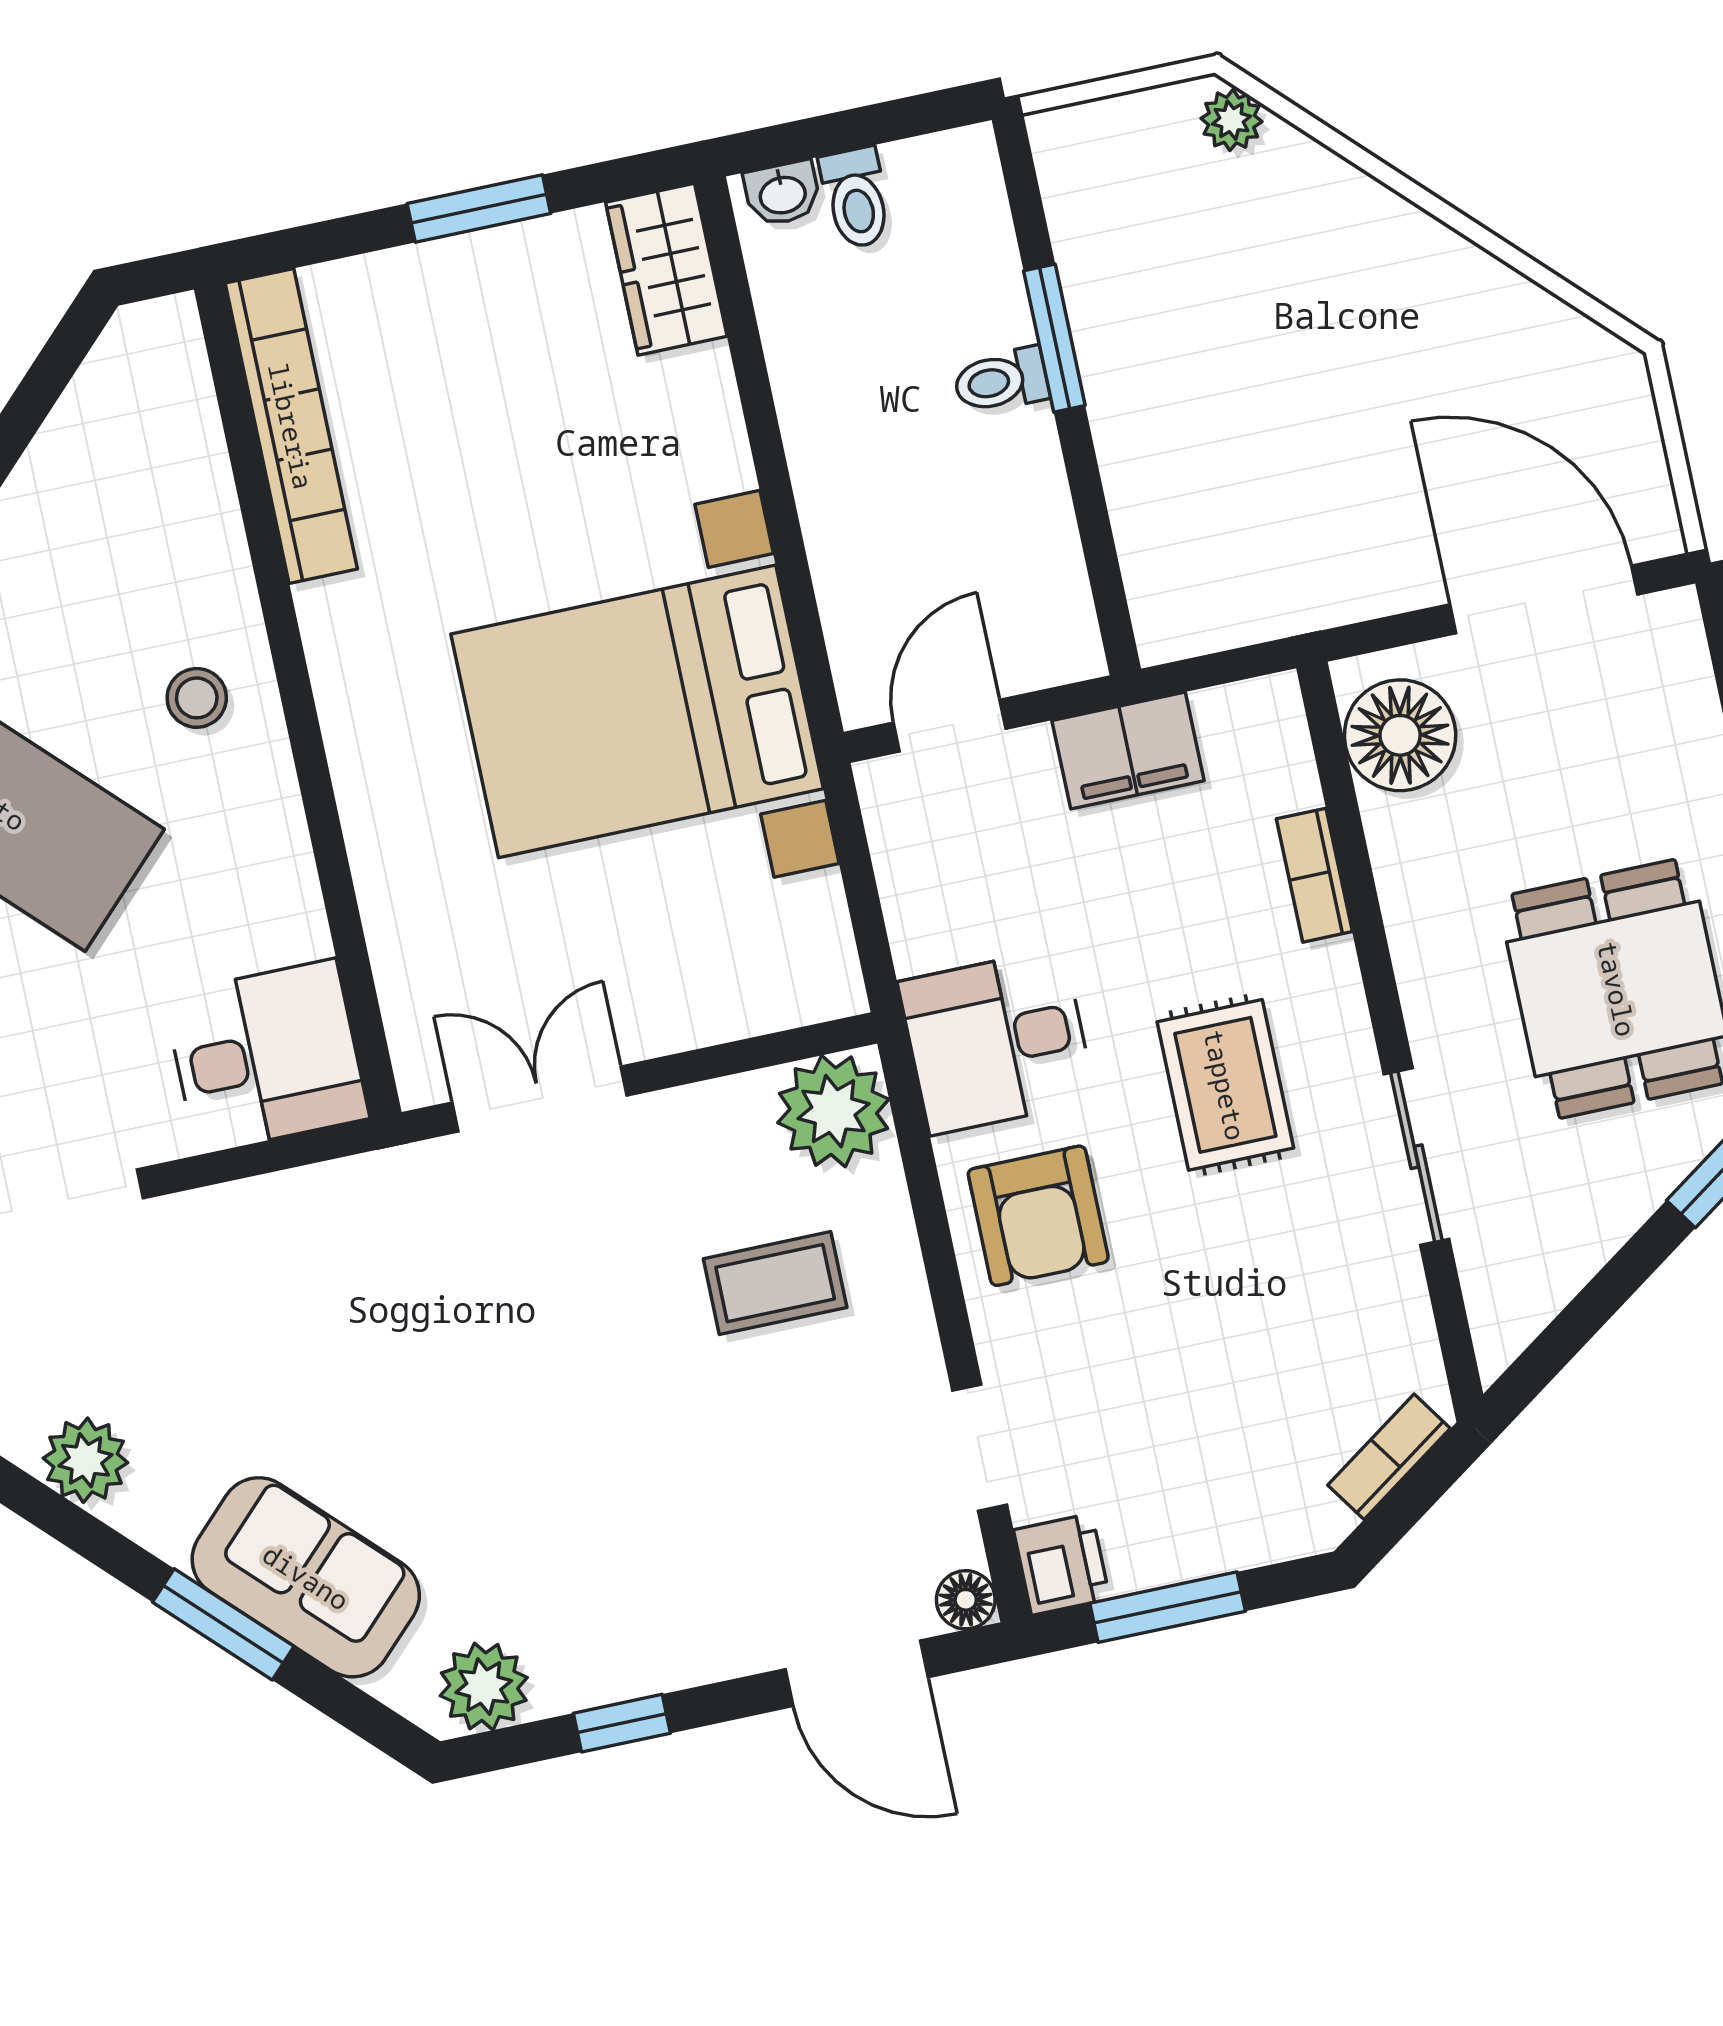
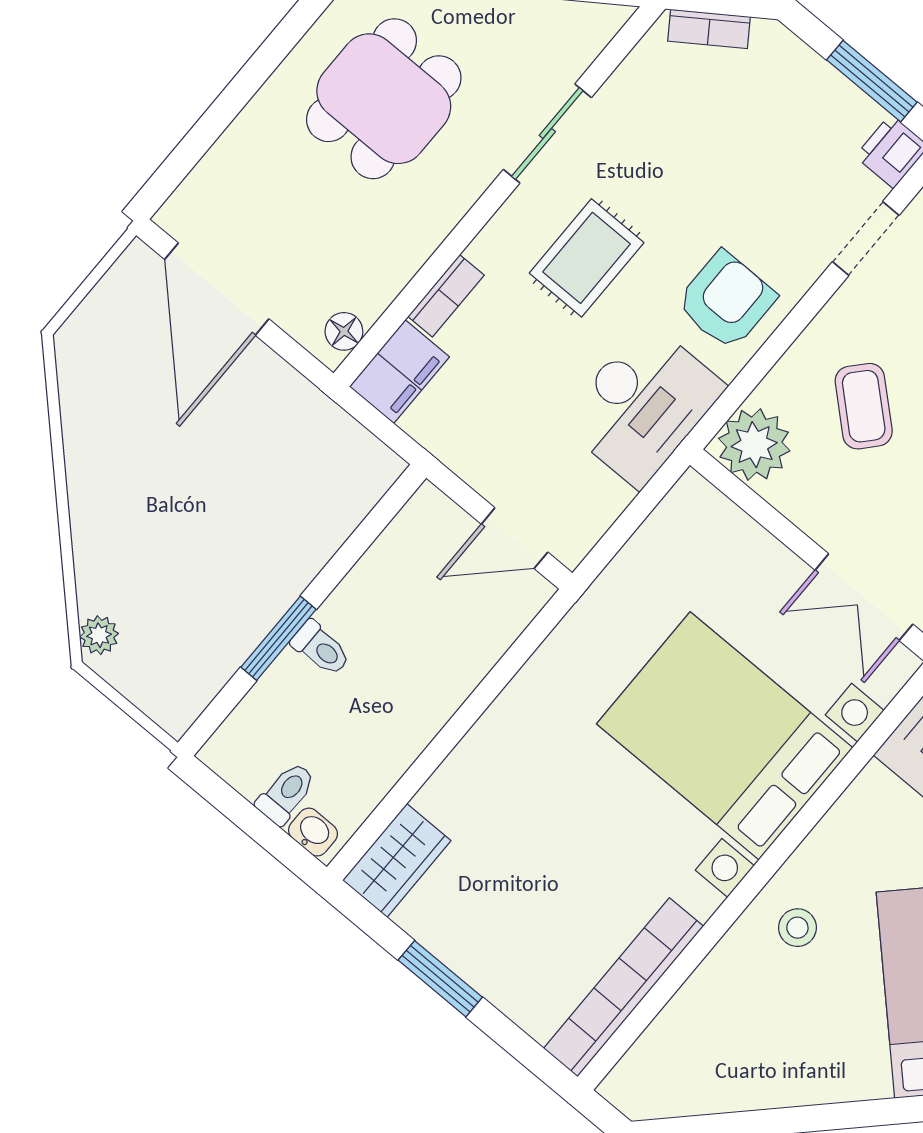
bed with nightstands: (637, 711) -> (725, 736), moved, turned 180
floor lamp: (1400, 735) -> (344, 331), width x0.53, depth x0.53
filing cabinet: (1128, 751) -> (399, 372), moved, turned 90
desk: (997, 1041) -> (643, 404), width x1.37
coffee table: (775, 1283) -> (864, 406), turned 42

